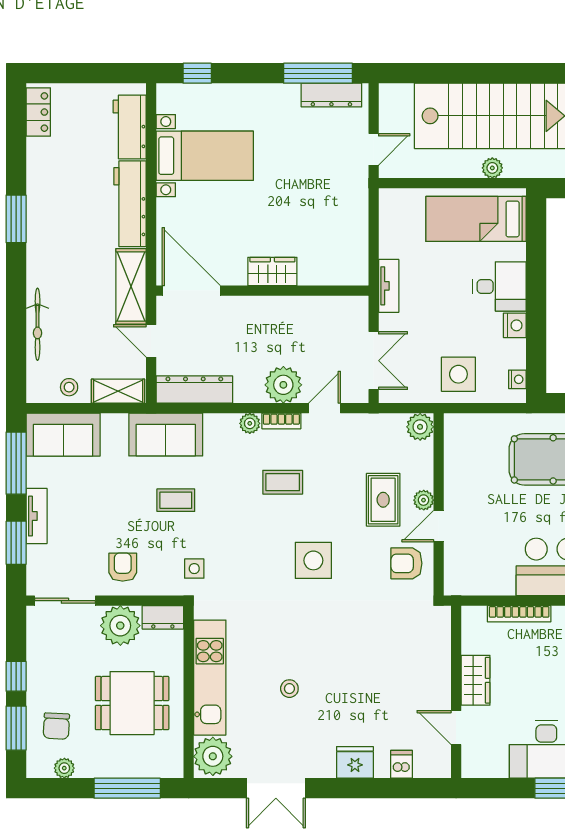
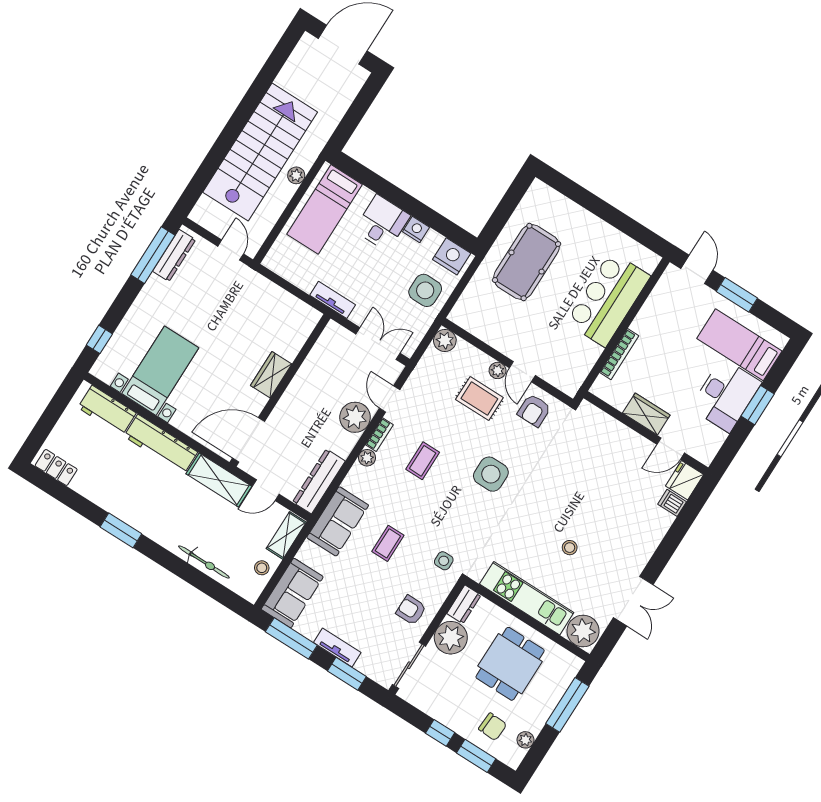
nightstand: (517, 379) -> (452, 256), width x1.89, depth x1.79
fridge: (355, 762) -> (685, 480), moved

